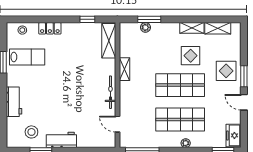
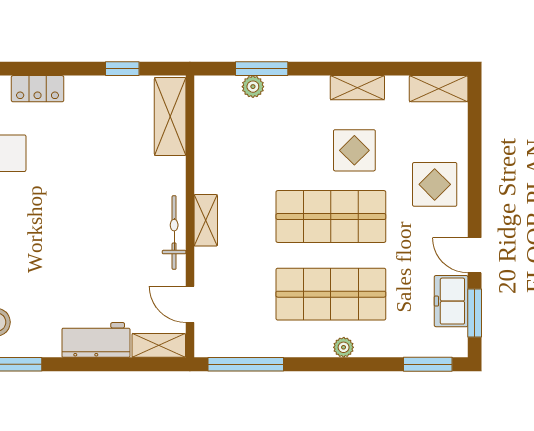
shelving: (218, 28) -> (439, 89), moved
shelving: (124, 69) -> (206, 220), moved
window: (244, 76) -> (475, 313), moved
freezer: (233, 135) -> (451, 301), moved
workbench: (61, 140) -> (96, 340), moved
shelving: (104, 142) -> (159, 345), added

